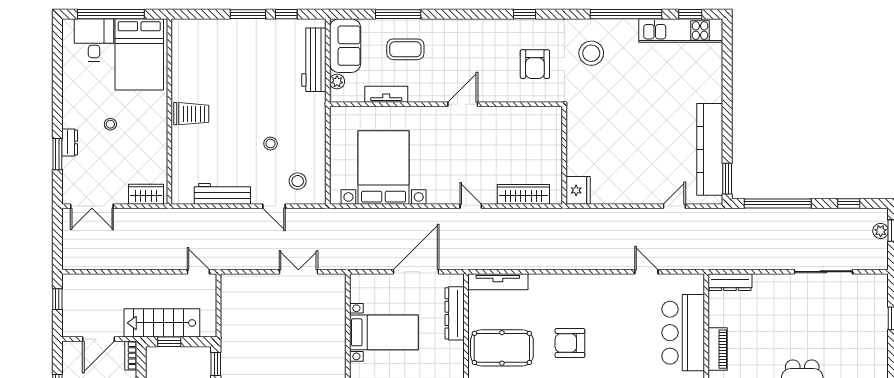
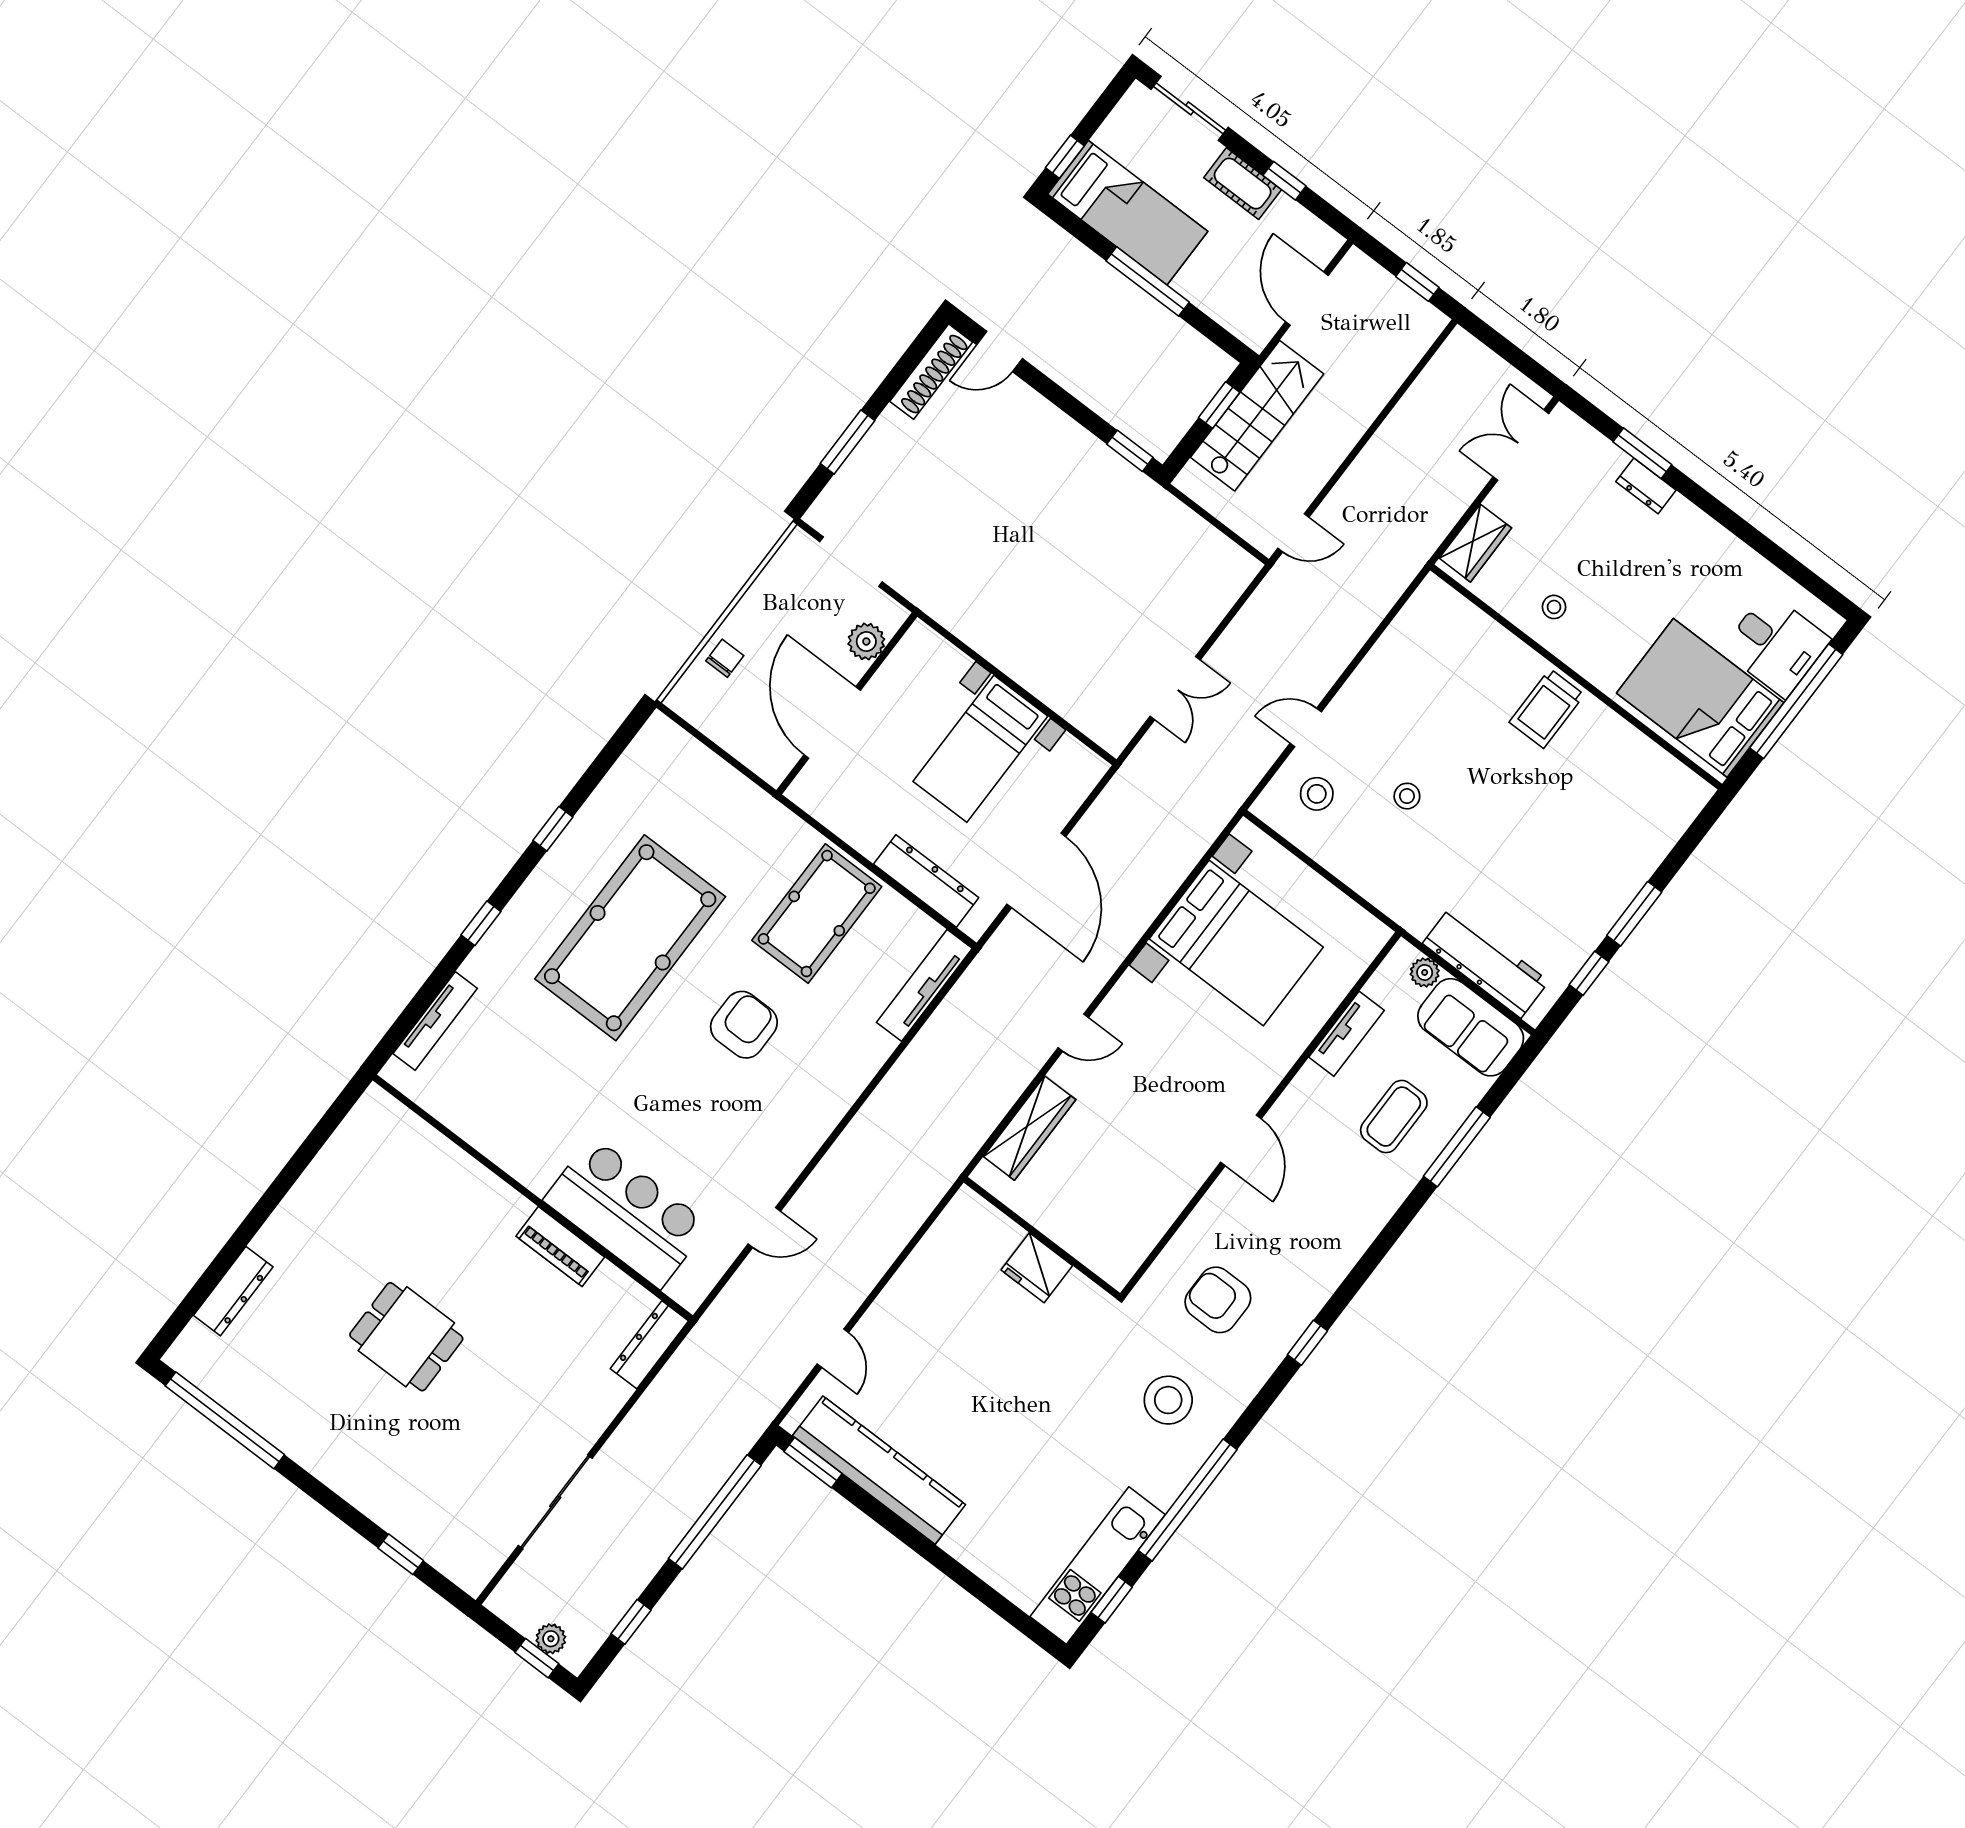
stool: (110, 124) -> (1554, 607), moved
fridge: (578, 190) -> (1037, 1268), moved
workbench: (222, 194) -> (1386, 662), removed
bookcase: (131, 356) -> (1243, 329), removed

